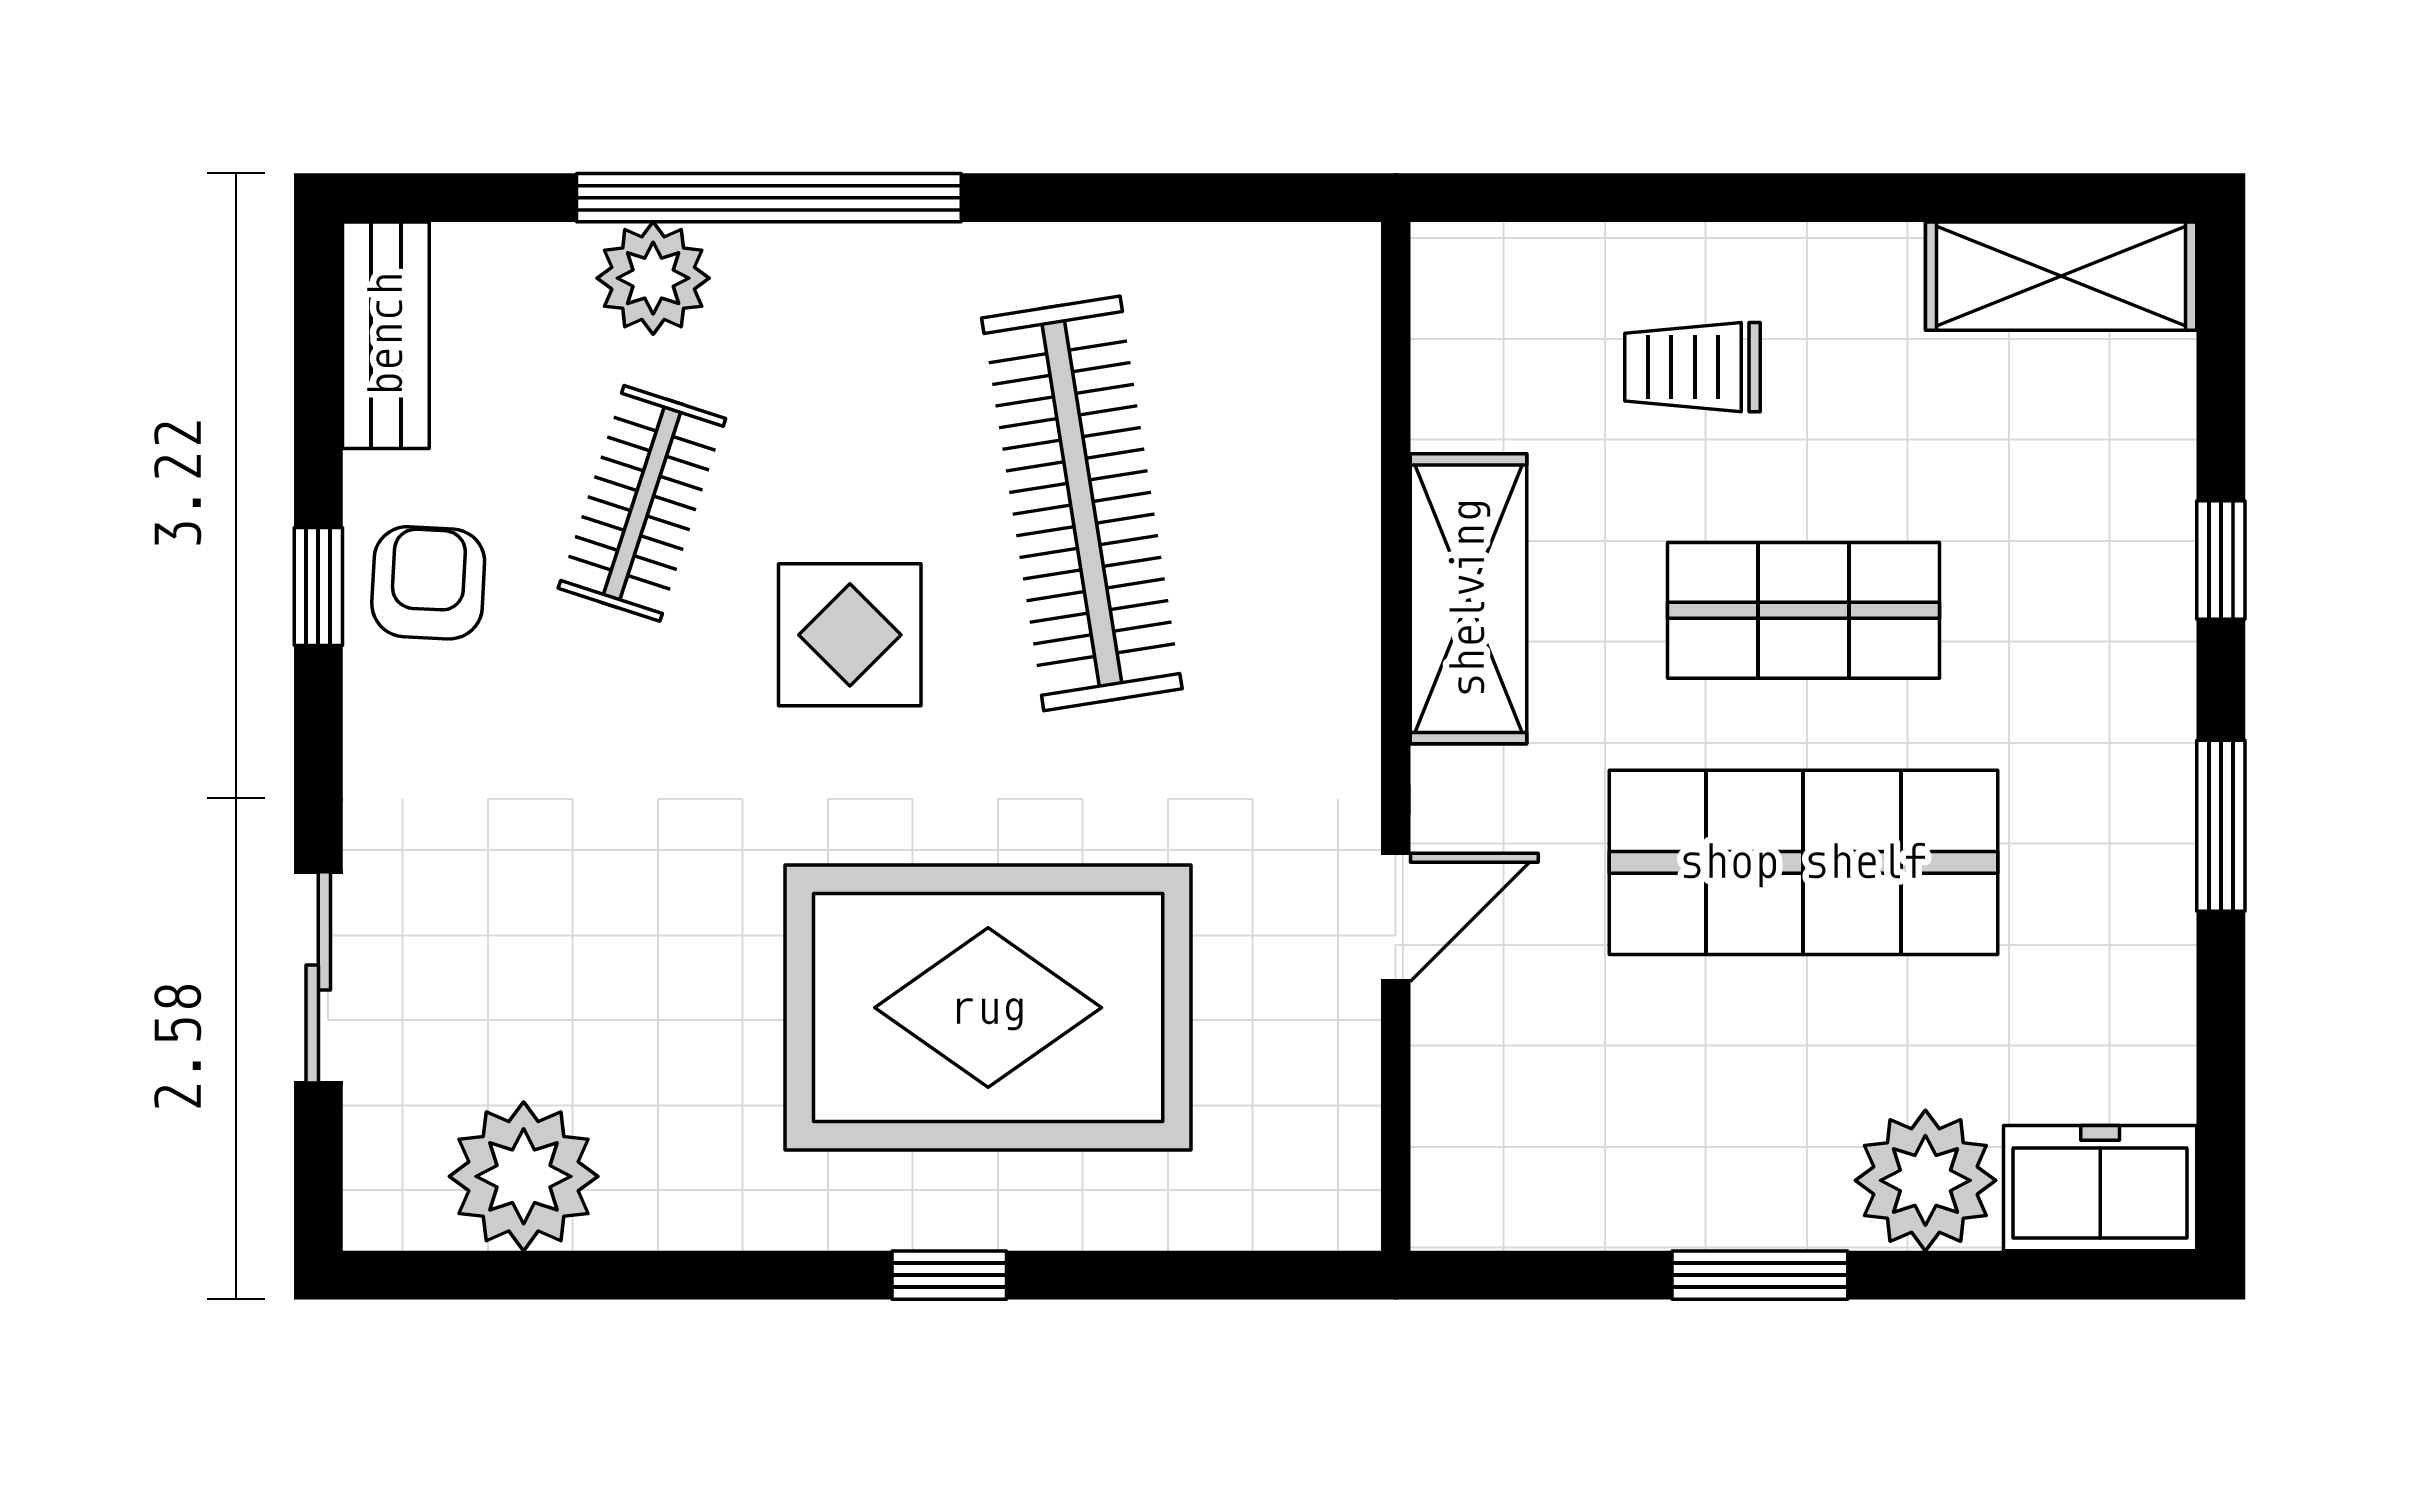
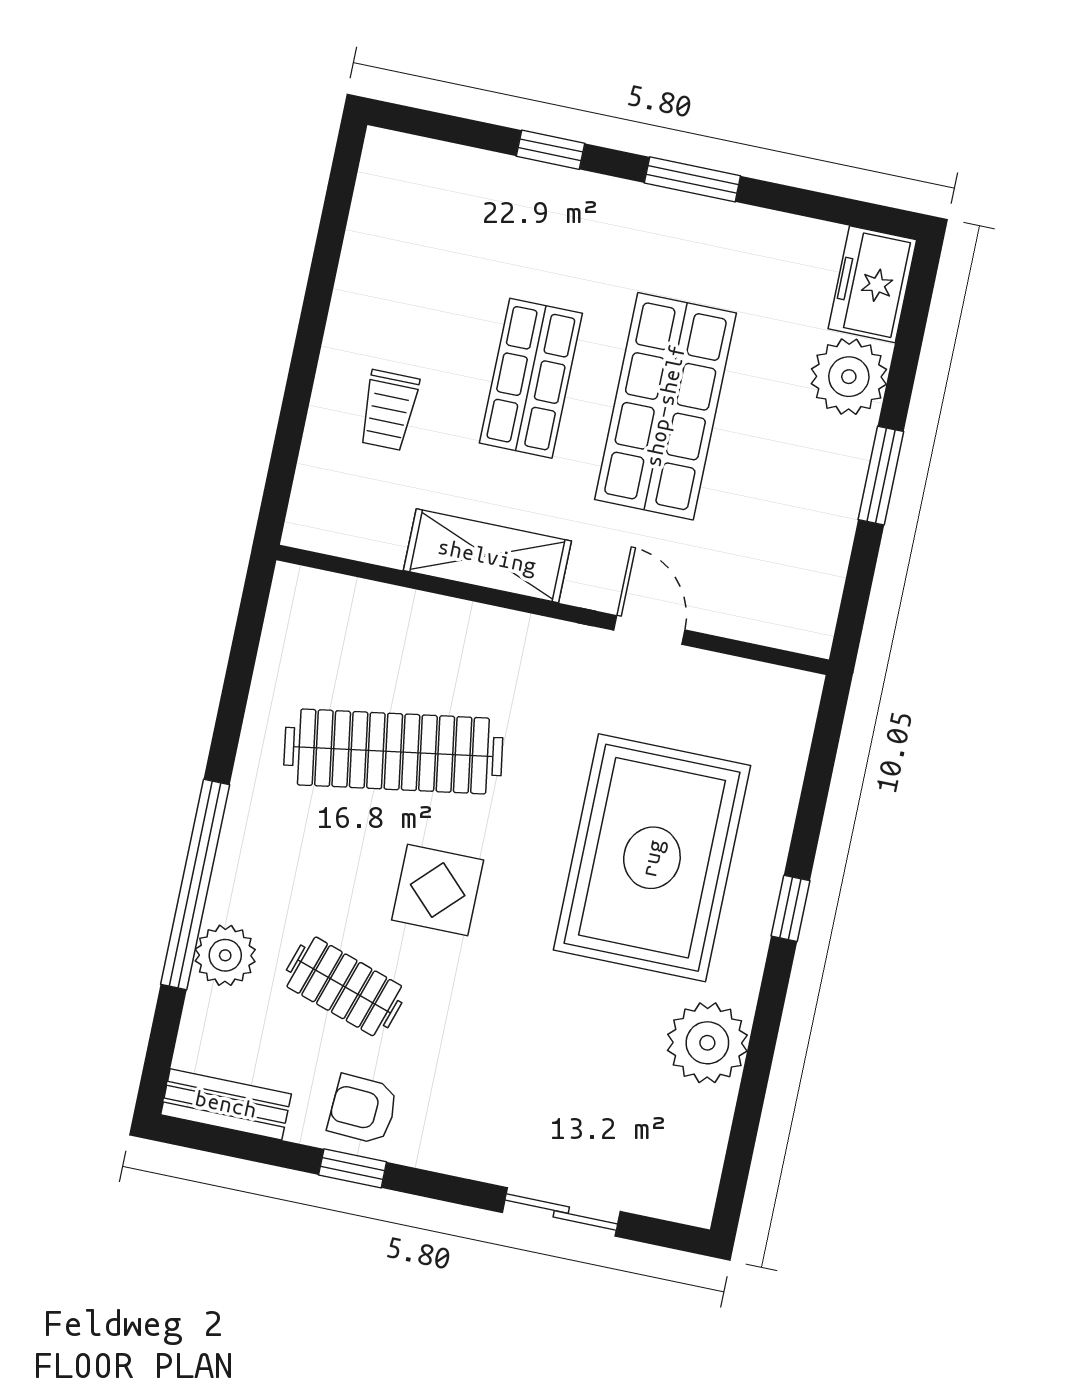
shelving: (2061, 276) -> (381, 203), removed
plant: (524, 1176) -> (707, 1043), moved

